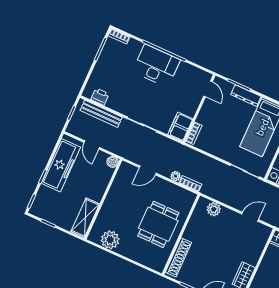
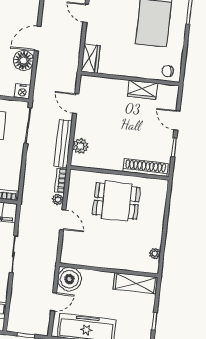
bench: (101, 114) -> (63, 143), moved
boiler: (113, 162) -> (69, 279), width x1.86, depth x1.86
door: (148, 170) -> (63, 220), moved
plant: (110, 240) -> (155, 254), width x0.53, depth x0.53

